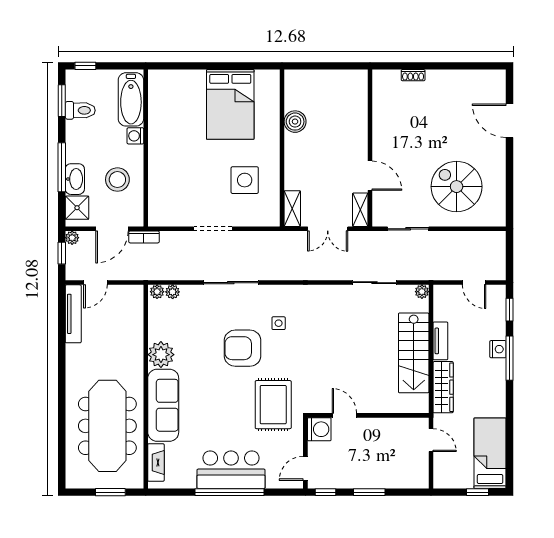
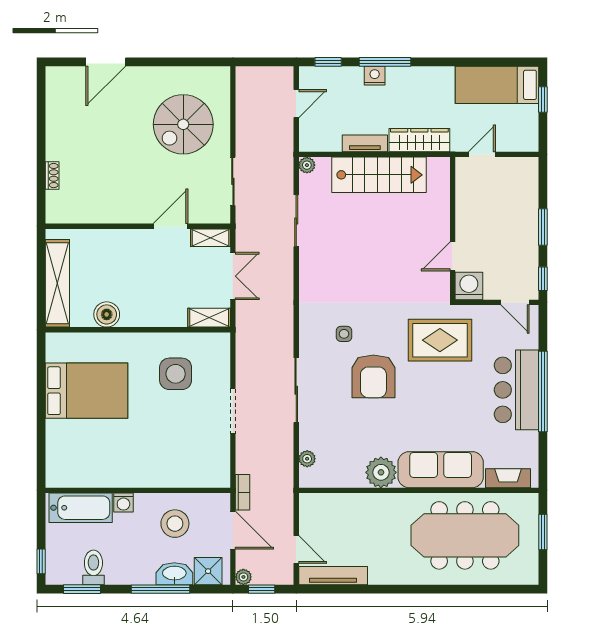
shelving: (322, 80) -> (57, 283), added
plant: (157, 292) -> (307, 477), removed

